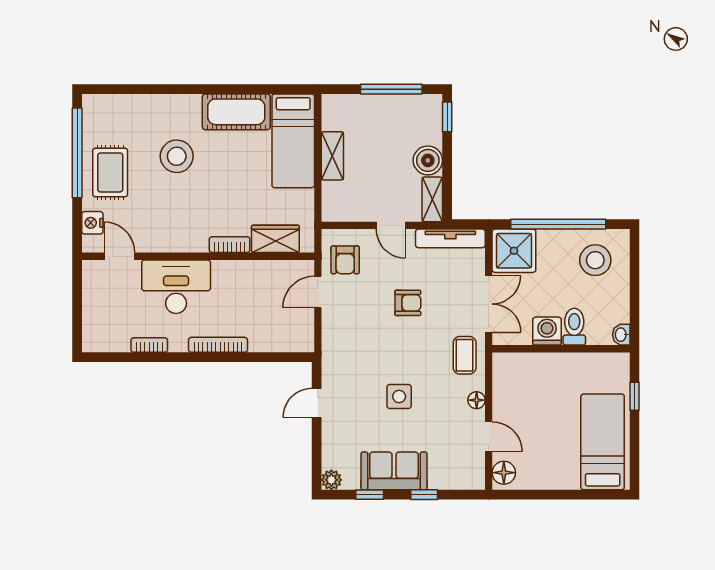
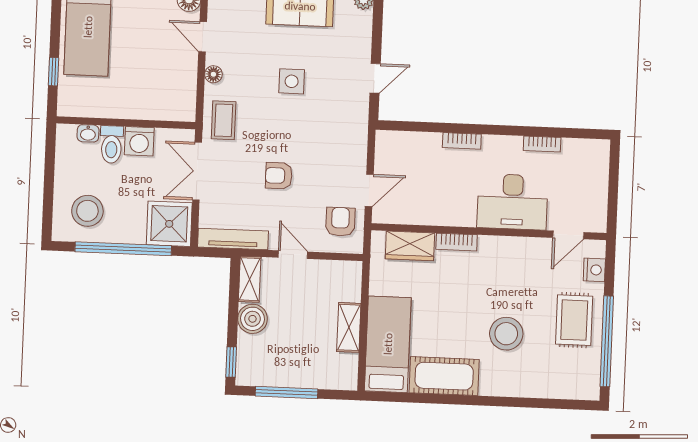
door: (119, 256) -> (568, 235), hinge flipped
washbasin: (621, 335) -> (88, 133), moved, turned 90
bookcase: (218, 345) -> (462, 141), width x0.64

